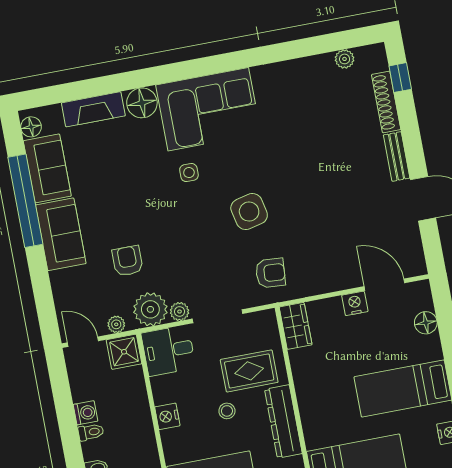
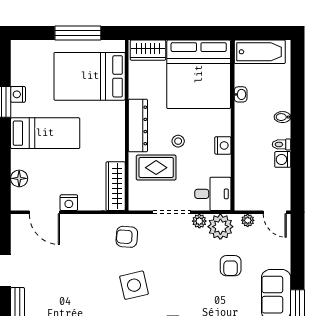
wardrobe: (296, 326) -> (116, 186), width x1.50
shower: (124, 352) -> (246, 199), removed

